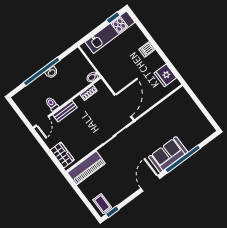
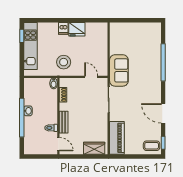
stool: (118, 72) -> (64, 62), added
fridge: (165, 75) -> (77, 29), moved
door: (123, 106) -> (91, 77), width x0.53
sofa: (168, 155) -> (119, 70), moved, turned 180
door: (150, 183) -> (163, 113), moved

